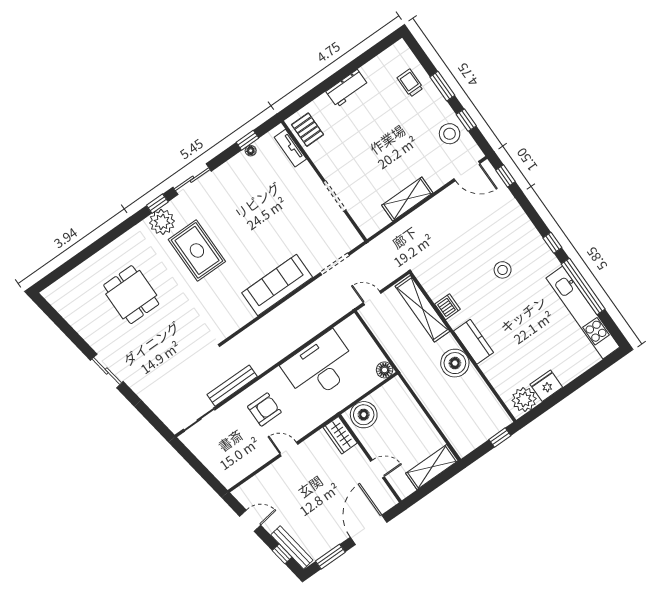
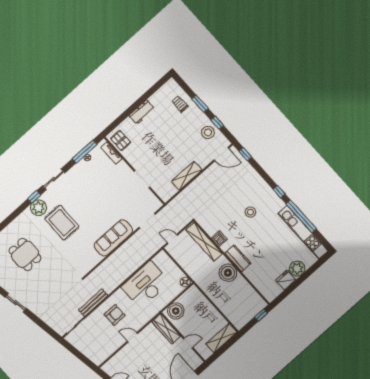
window: (247, 140) -> (85, 151), width x2.17
plant: (524, 399) -> (297, 269), moved
wardrobe: (340, 435) -> (166, 329), width x1.50

